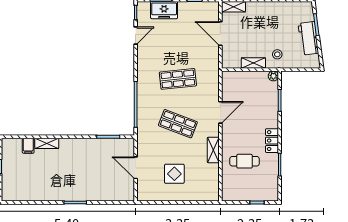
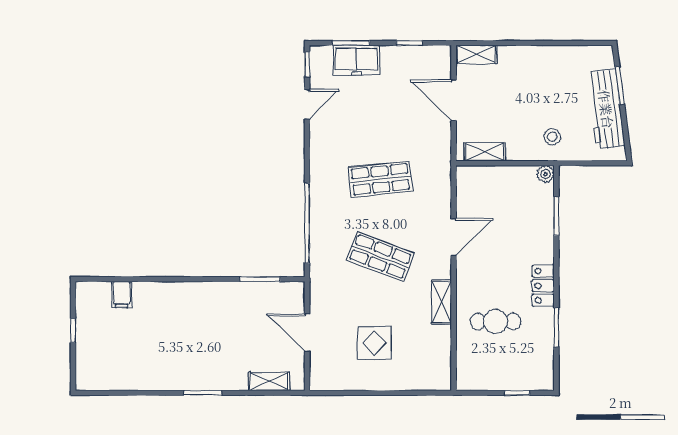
workbench: (308, 38) -> (606, 109), width x1.38
shelving: (253, 63) -> (485, 152), moved
shelving: (47, 143) -> (269, 381), moved

